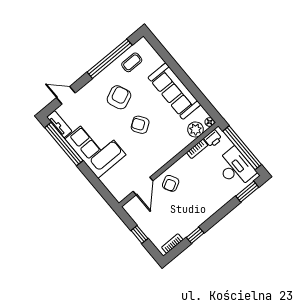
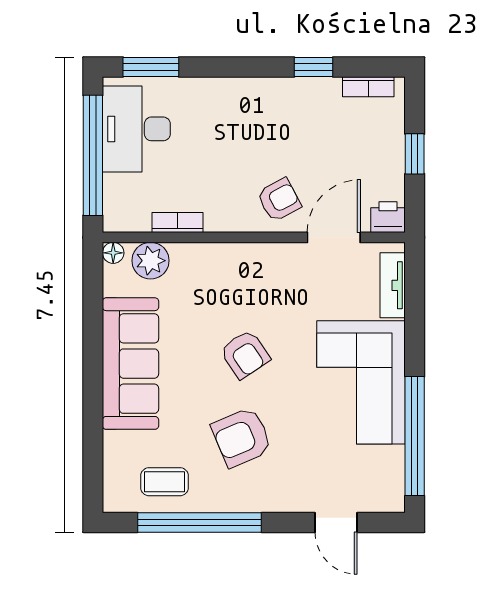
tv unit: (59, 124) -> (393, 285), moved
printer: (213, 139) -> (388, 217), moved

